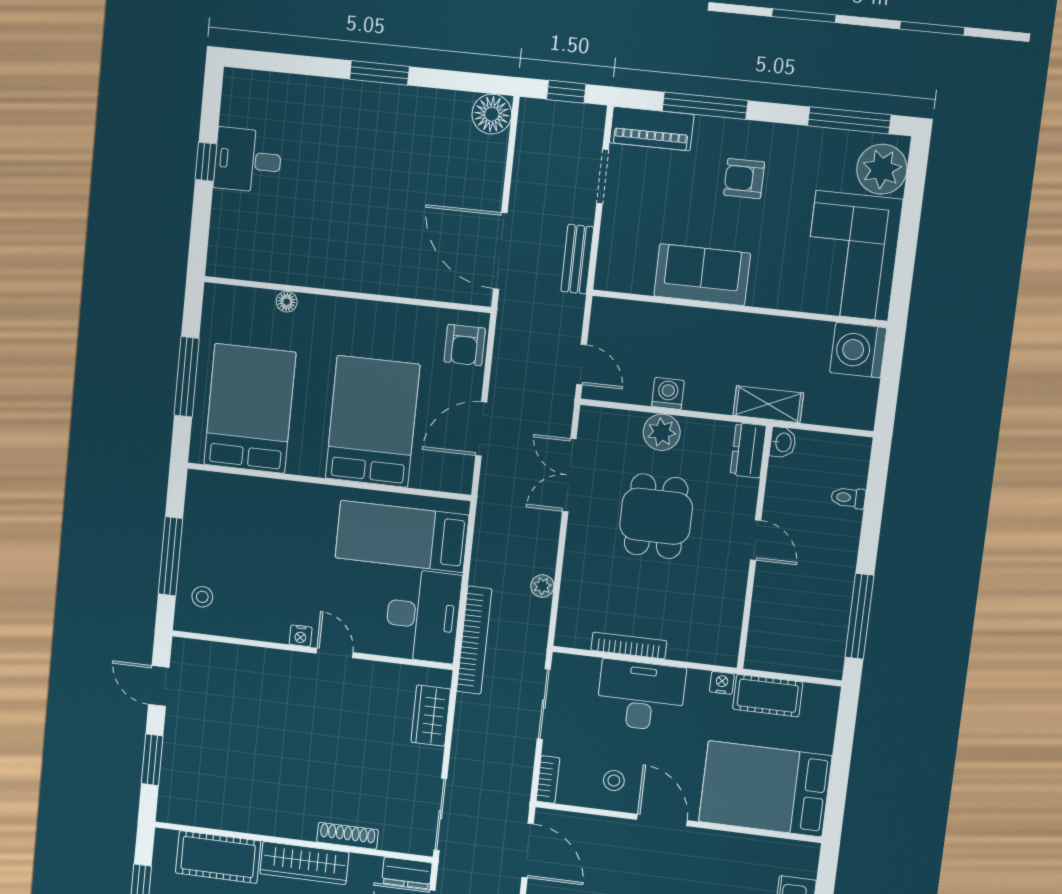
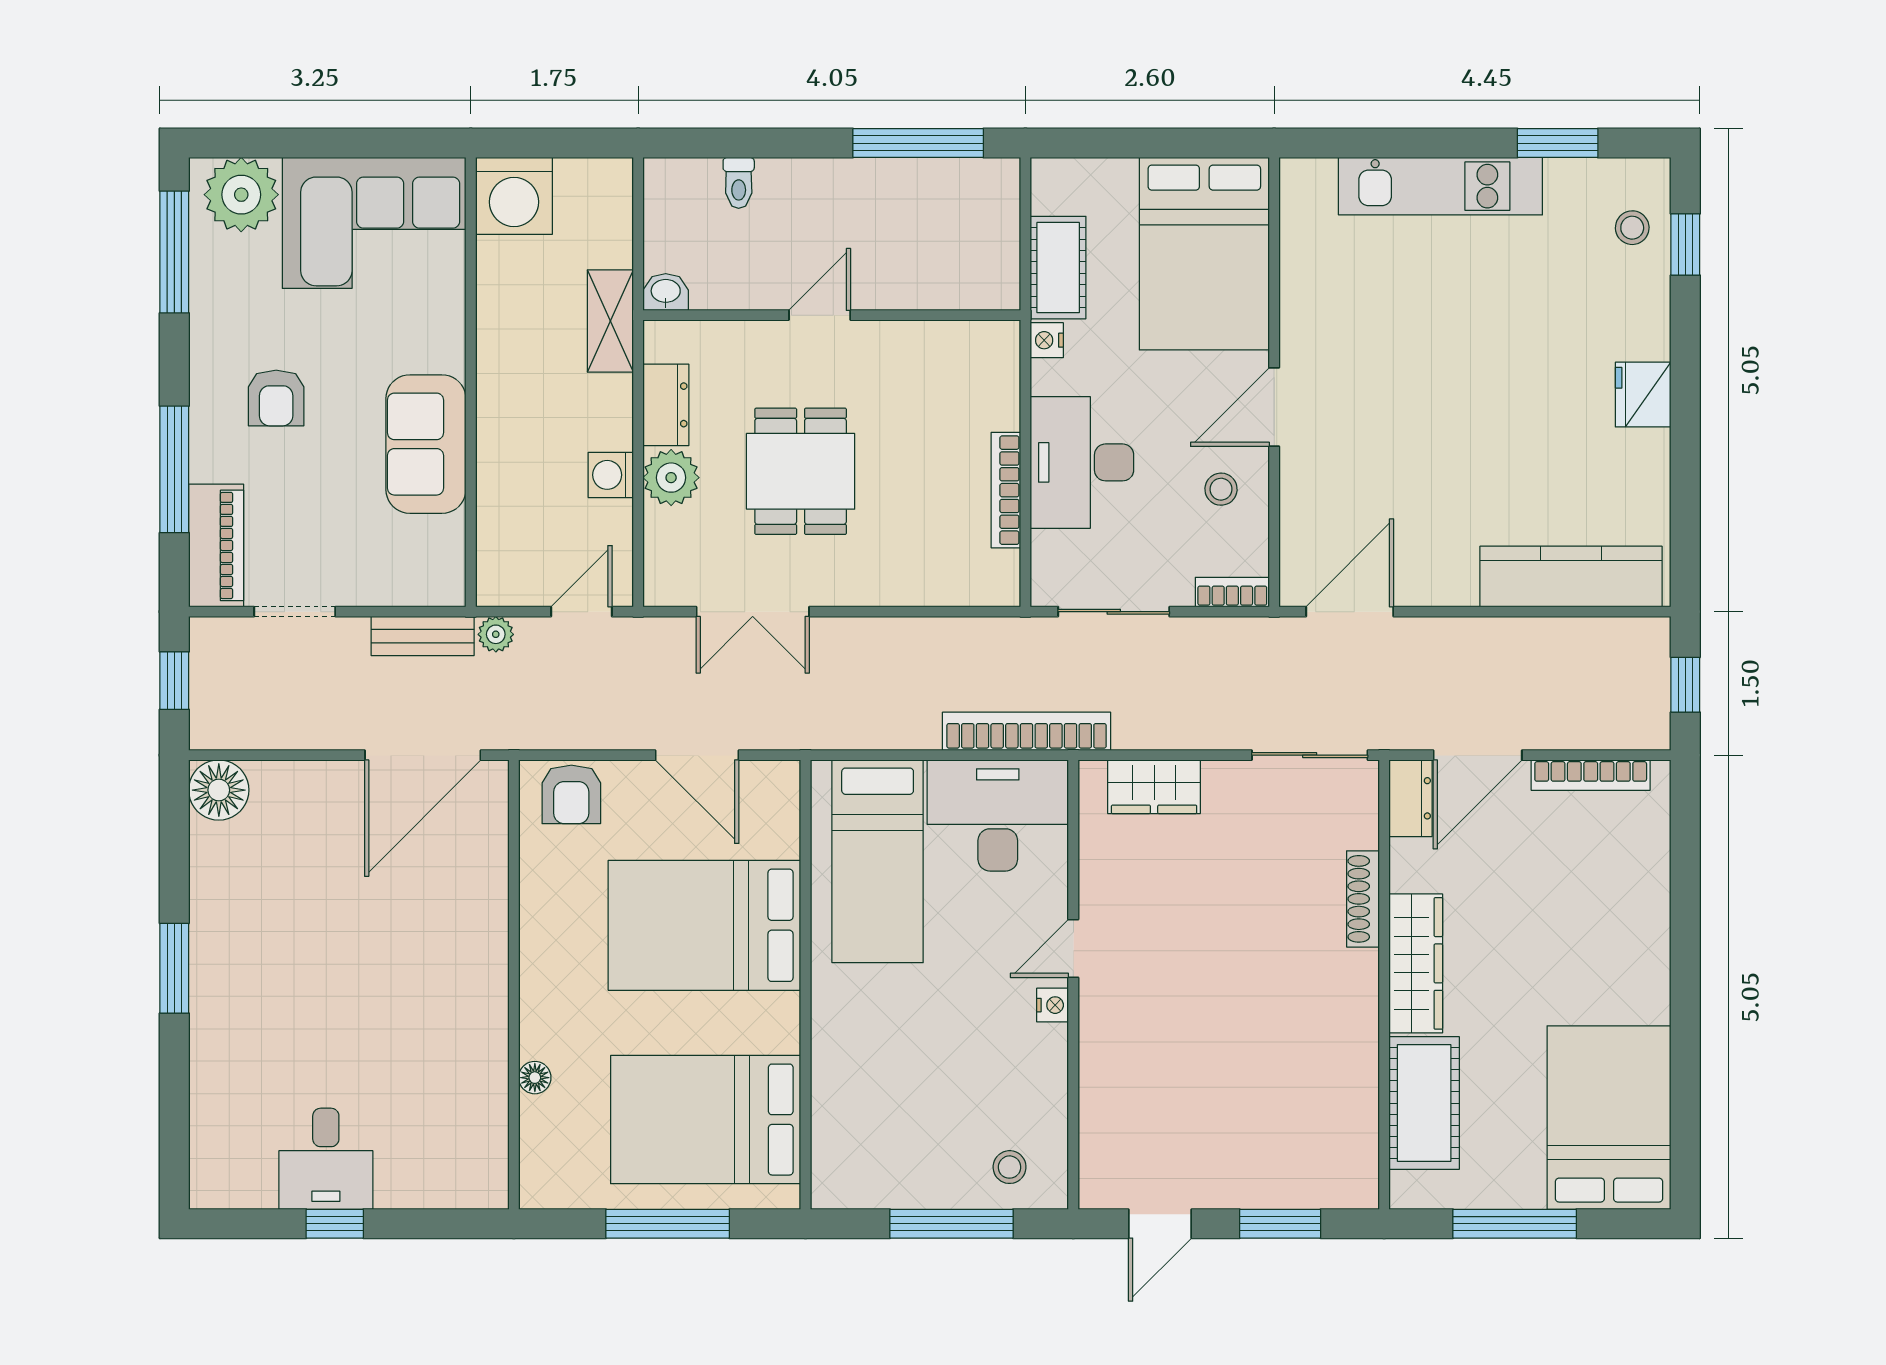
armchair: (465, 345) -> (571, 794), turned 90
dresser: (748, 450) -> (666, 405), moved, turned -90
dining table: (656, 516) -> (801, 471), turned 90
plant: (542, 586) -> (496, 634), moved

